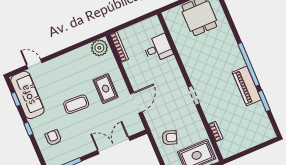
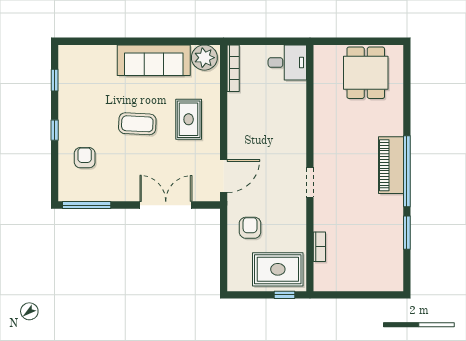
desk: (158, 48) -> (287, 62), moved
door: (34, 64) -> (102, 41), removed
piano: (247, 86) -> (391, 165), moved
sofa: (27, 95) -> (154, 60), moved, turned 90
door: (136, 103) -> (224, 176), moved
armchair: (170, 138) -> (250, 228), turned -108

